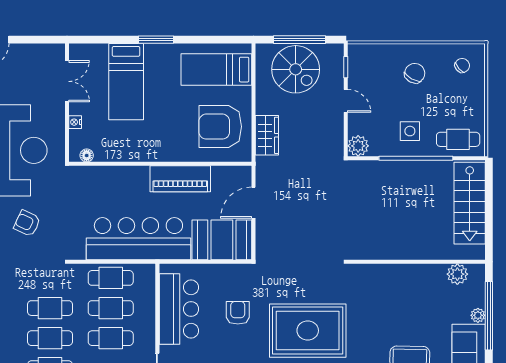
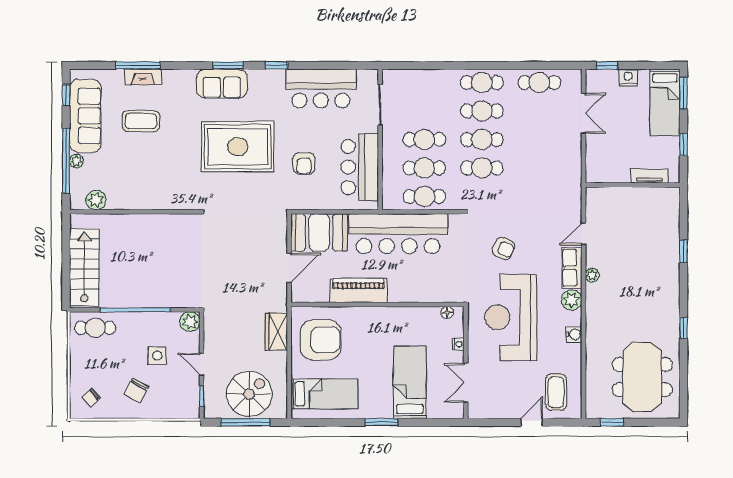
spiral stairs: (296, 69) -> (249, 394), turned 90
side table: (410, 131) -> (157, 356), moved

